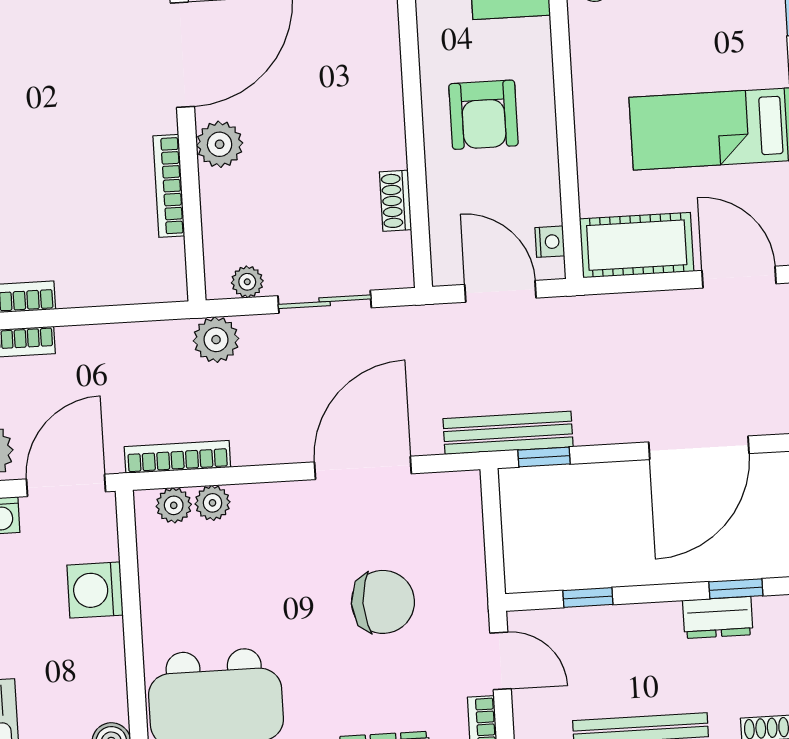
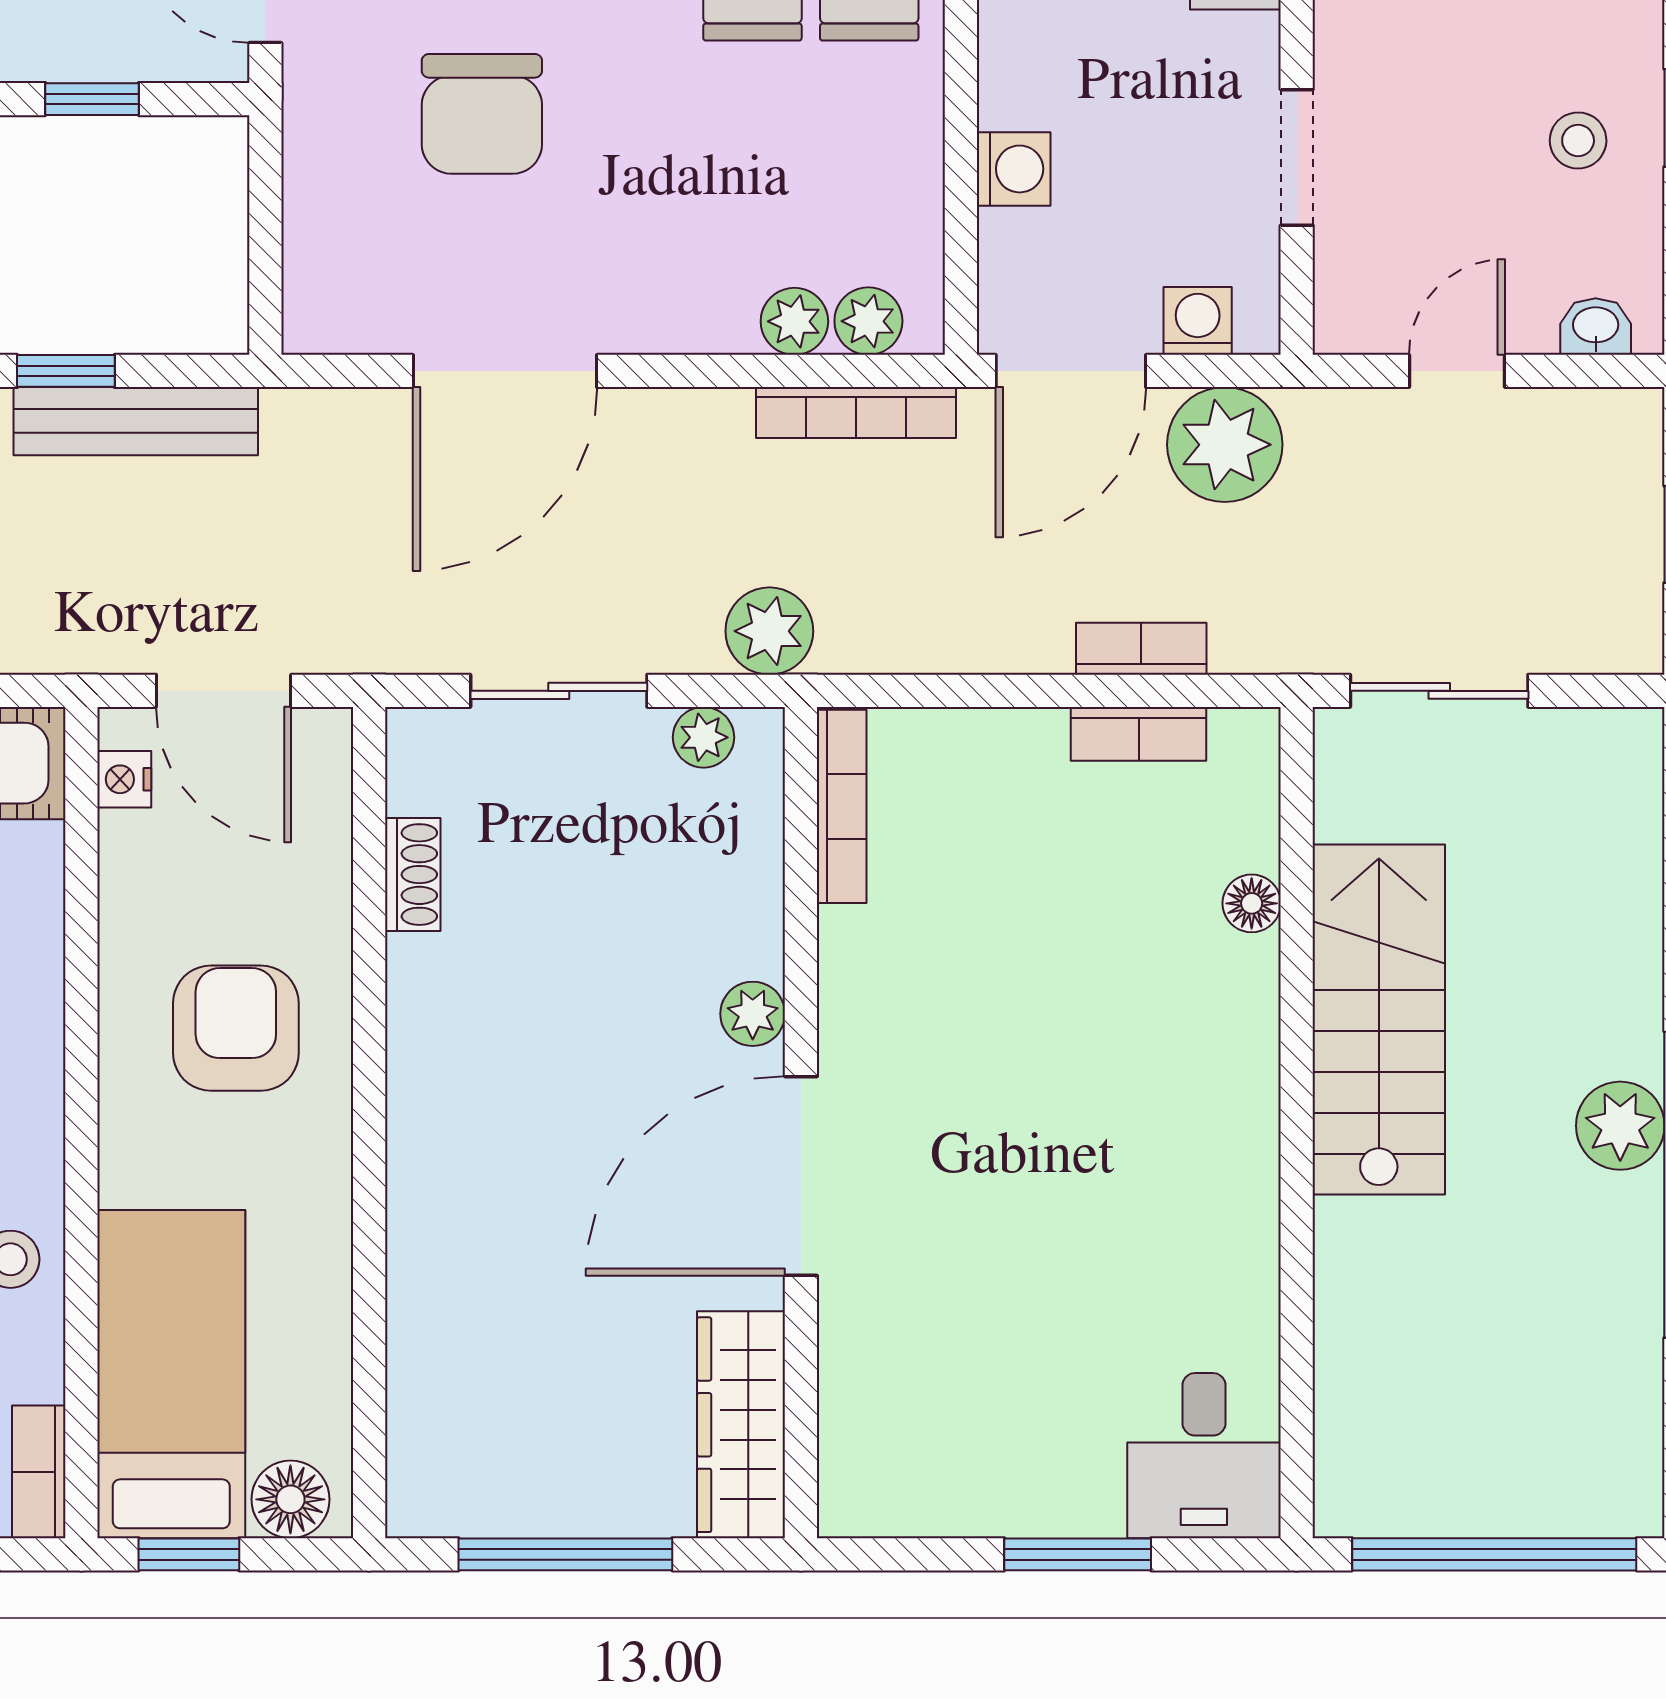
plant: (220, 144) -> (753, 1014), width x0.73, depth x0.73
bookcase: (169, 186) -> (842, 806), moved
bench: (508, 433) -> (136, 421), moved
window: (544, 457) -> (66, 371), moved
washing machine: (95, 590) -> (1014, 169), width x0.73, depth x0.73
chair: (383, 602) -> (482, 114), turned -90

